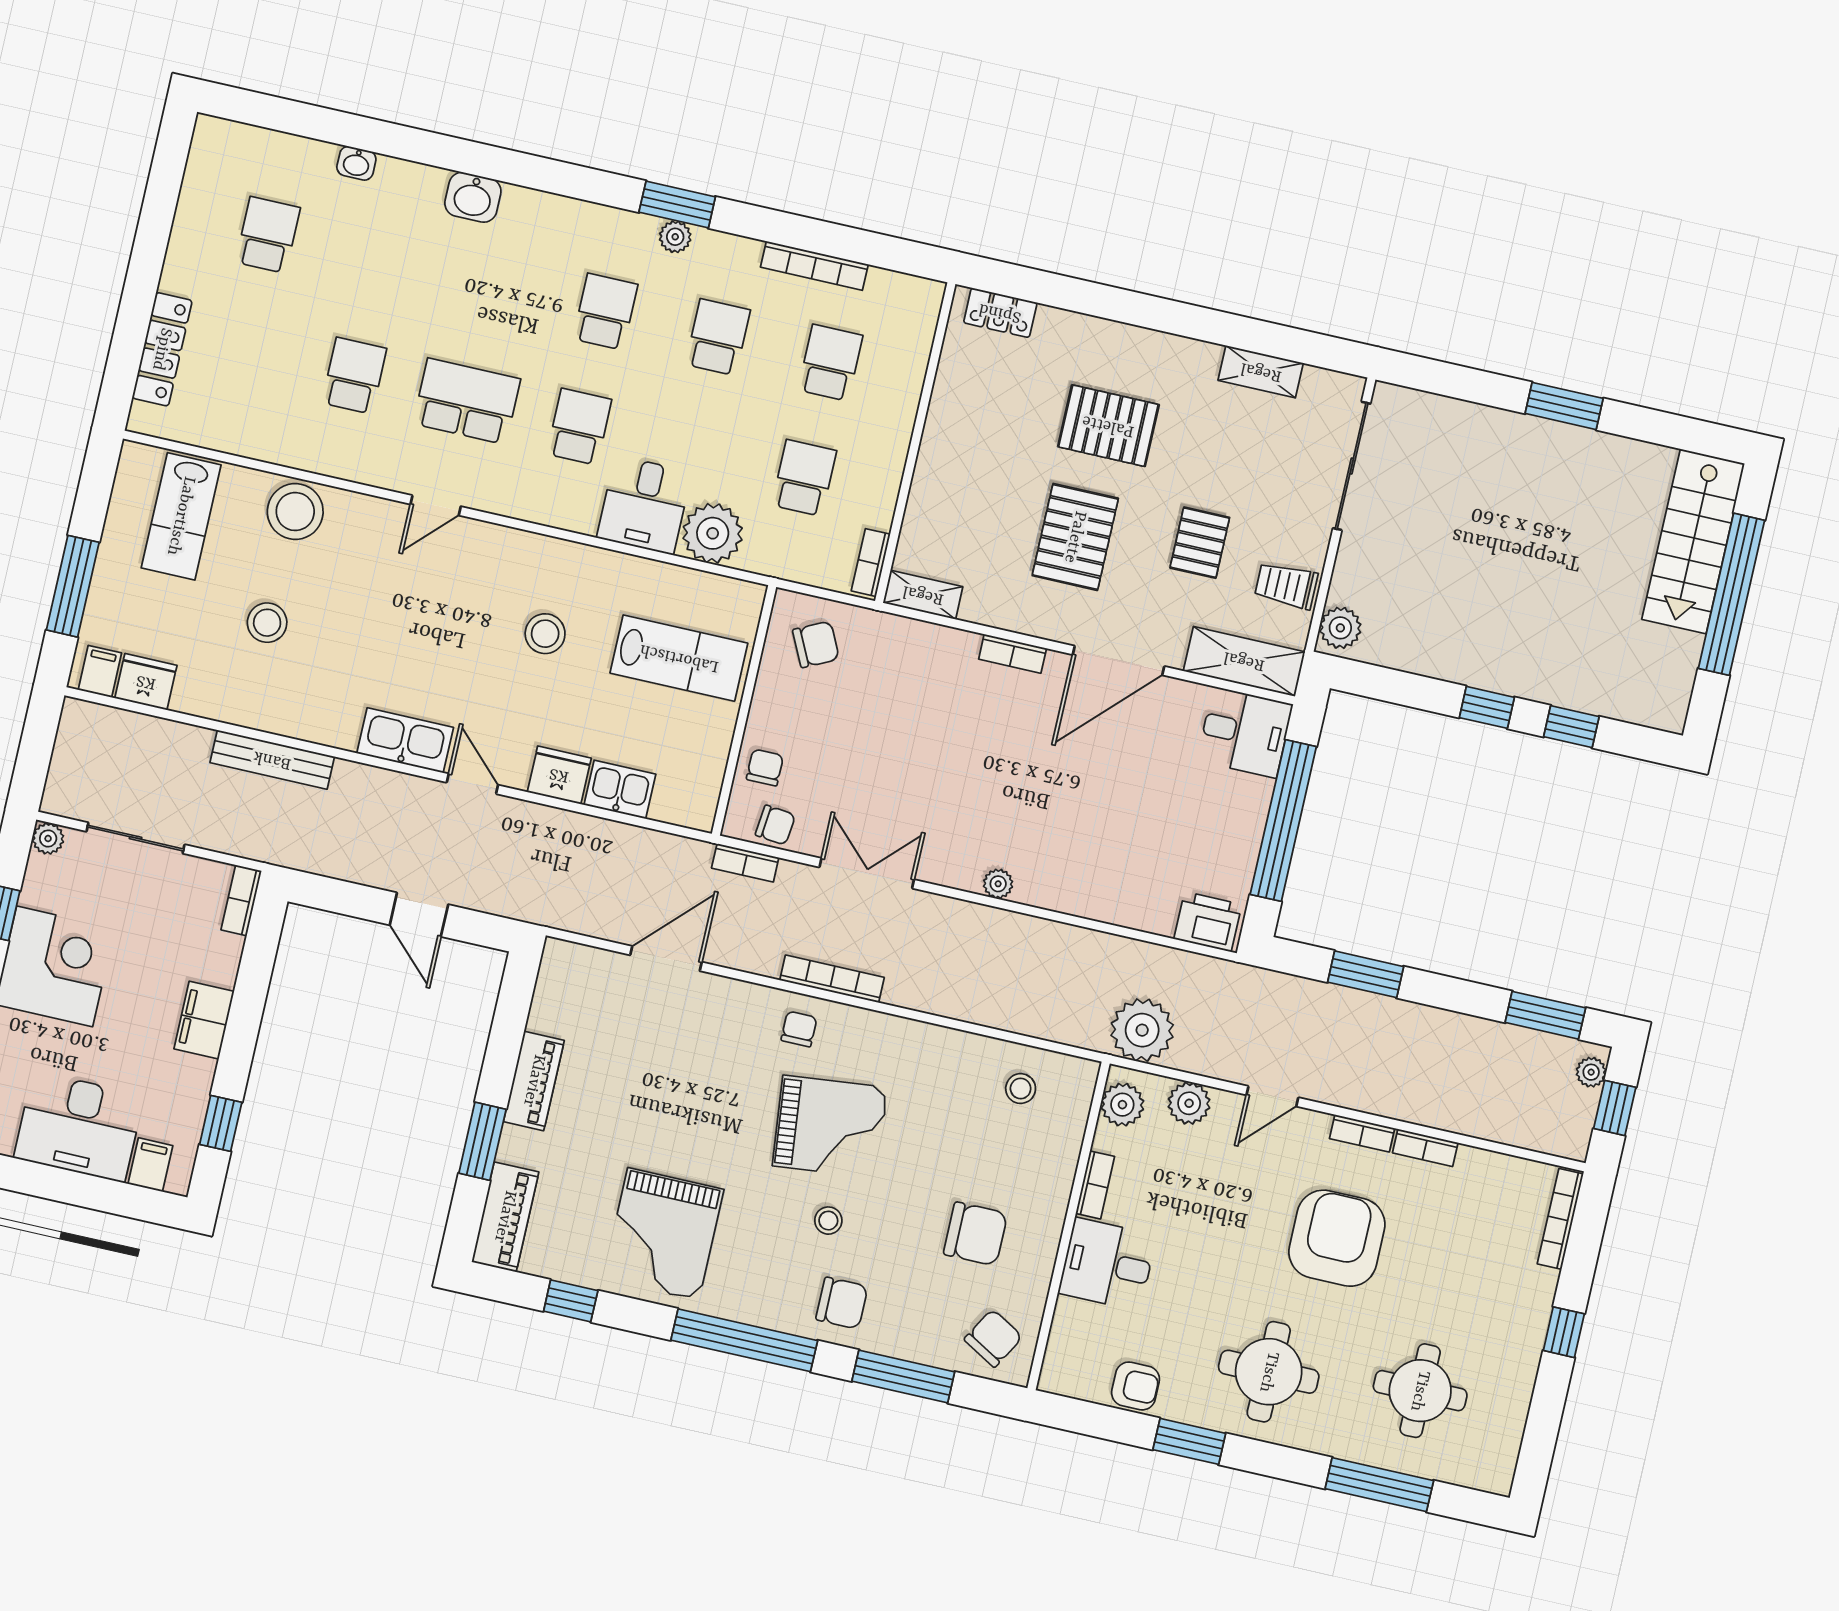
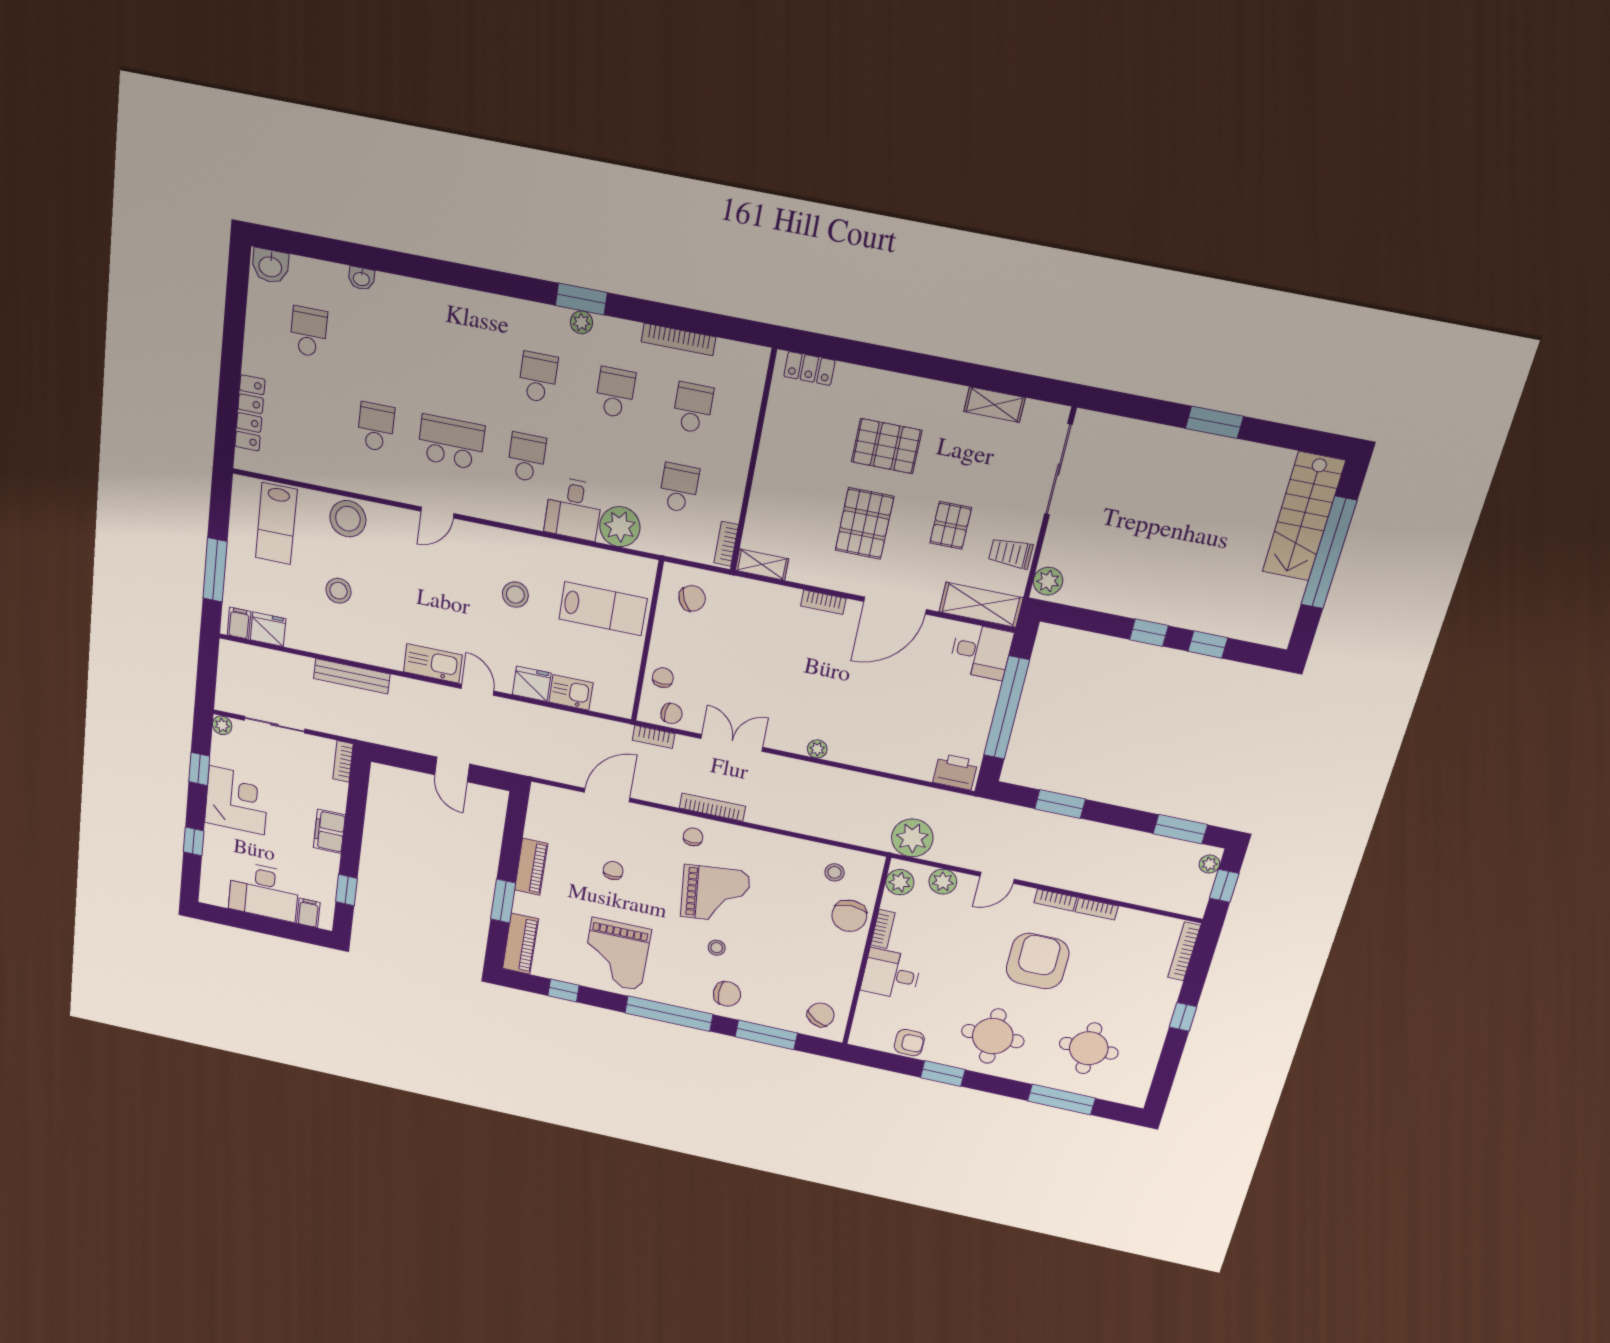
washbasin: (473, 197) -> (270, 266), moved
chair: (667, 1087) -> (613, 870), added
chair: (975, 1234) -> (849, 916), moved, turned 90

